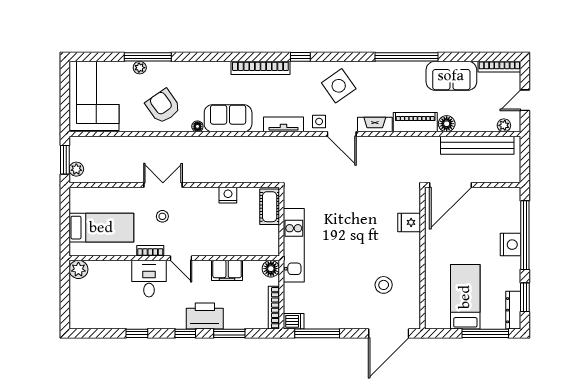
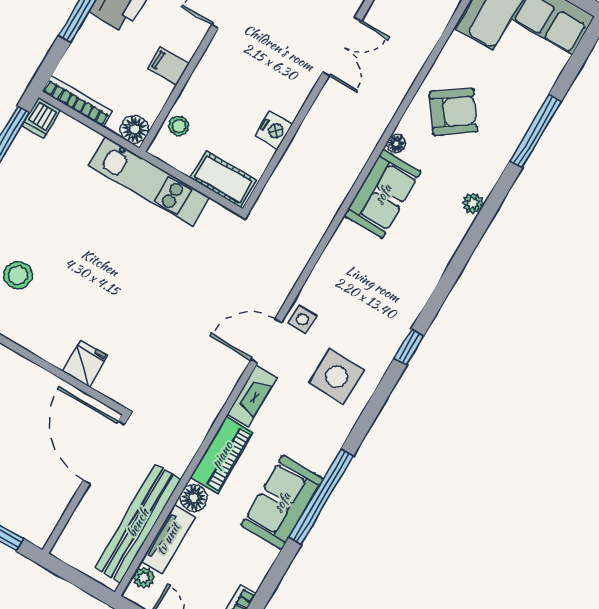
plant: (140, 68) -> (473, 203), moved
bookcase: (260, 68) -> (427, 281), removed
sofa: (451, 76) -> (282, 502), moved
side table: (339, 86) -> (337, 377), turned 35
tv unit: (283, 124) -> (168, 539), moved
stool: (162, 216) -> (179, 126), moved
filing cabinet: (227, 270) -> (168, 66), width x0.50

